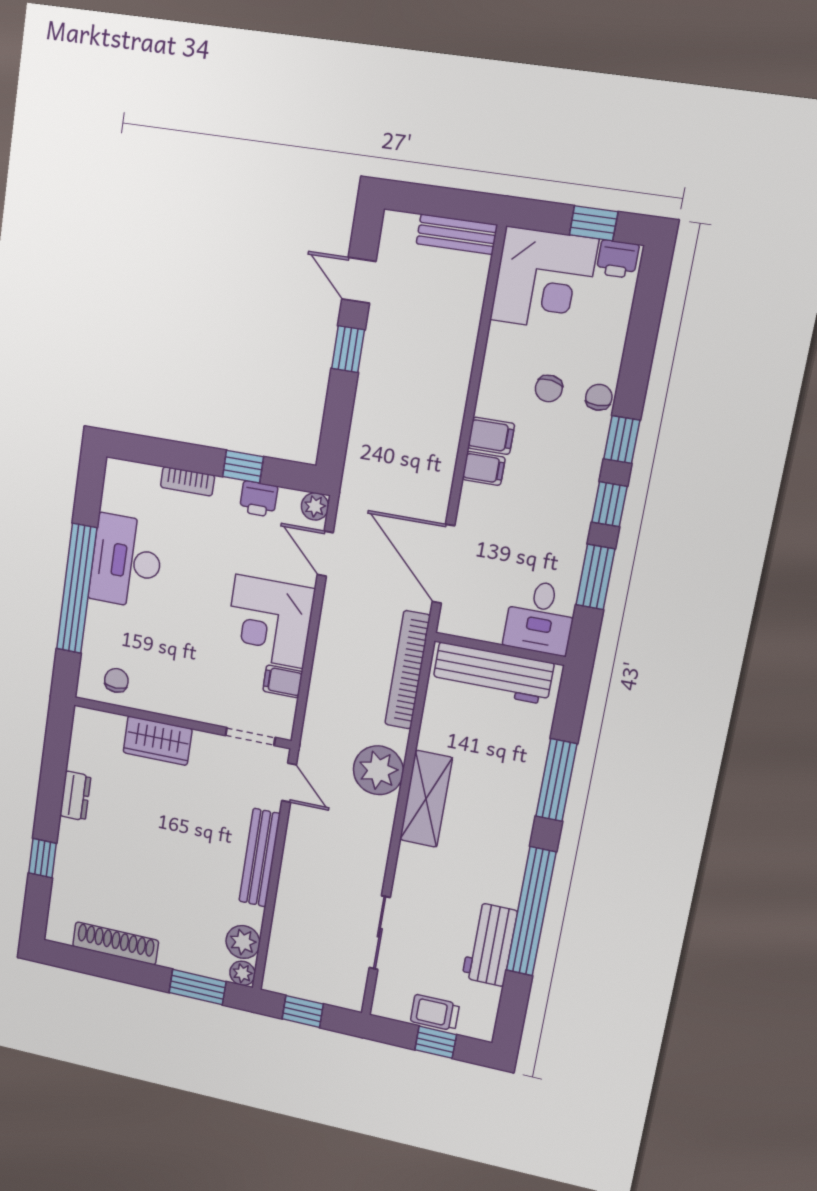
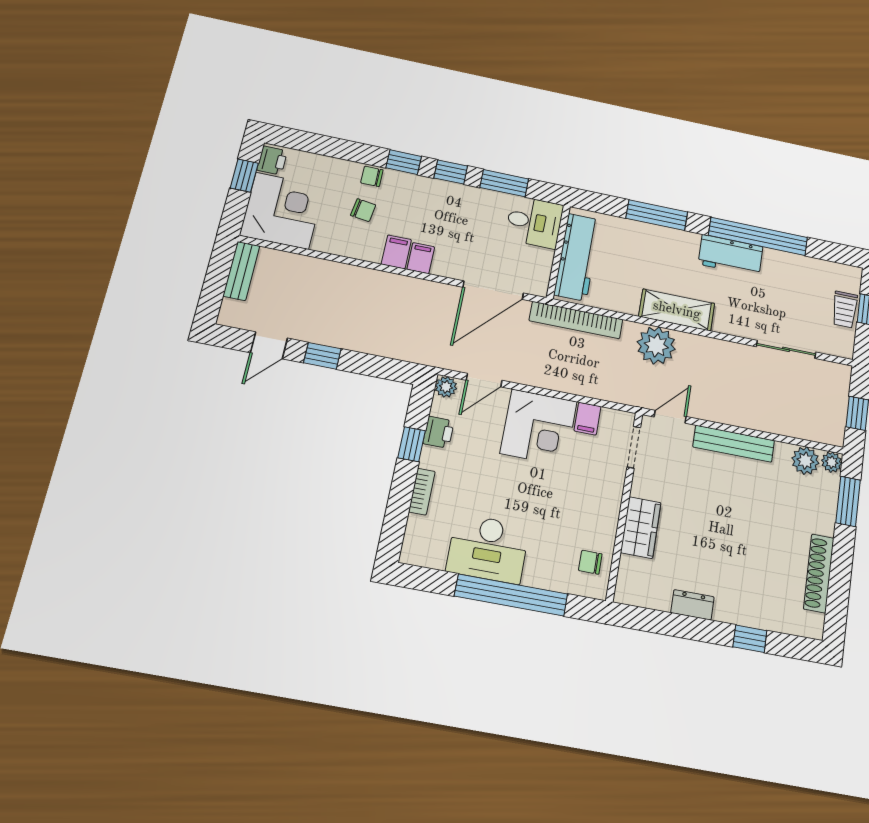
workbench: (490, 944) -> (730, 255), moved

